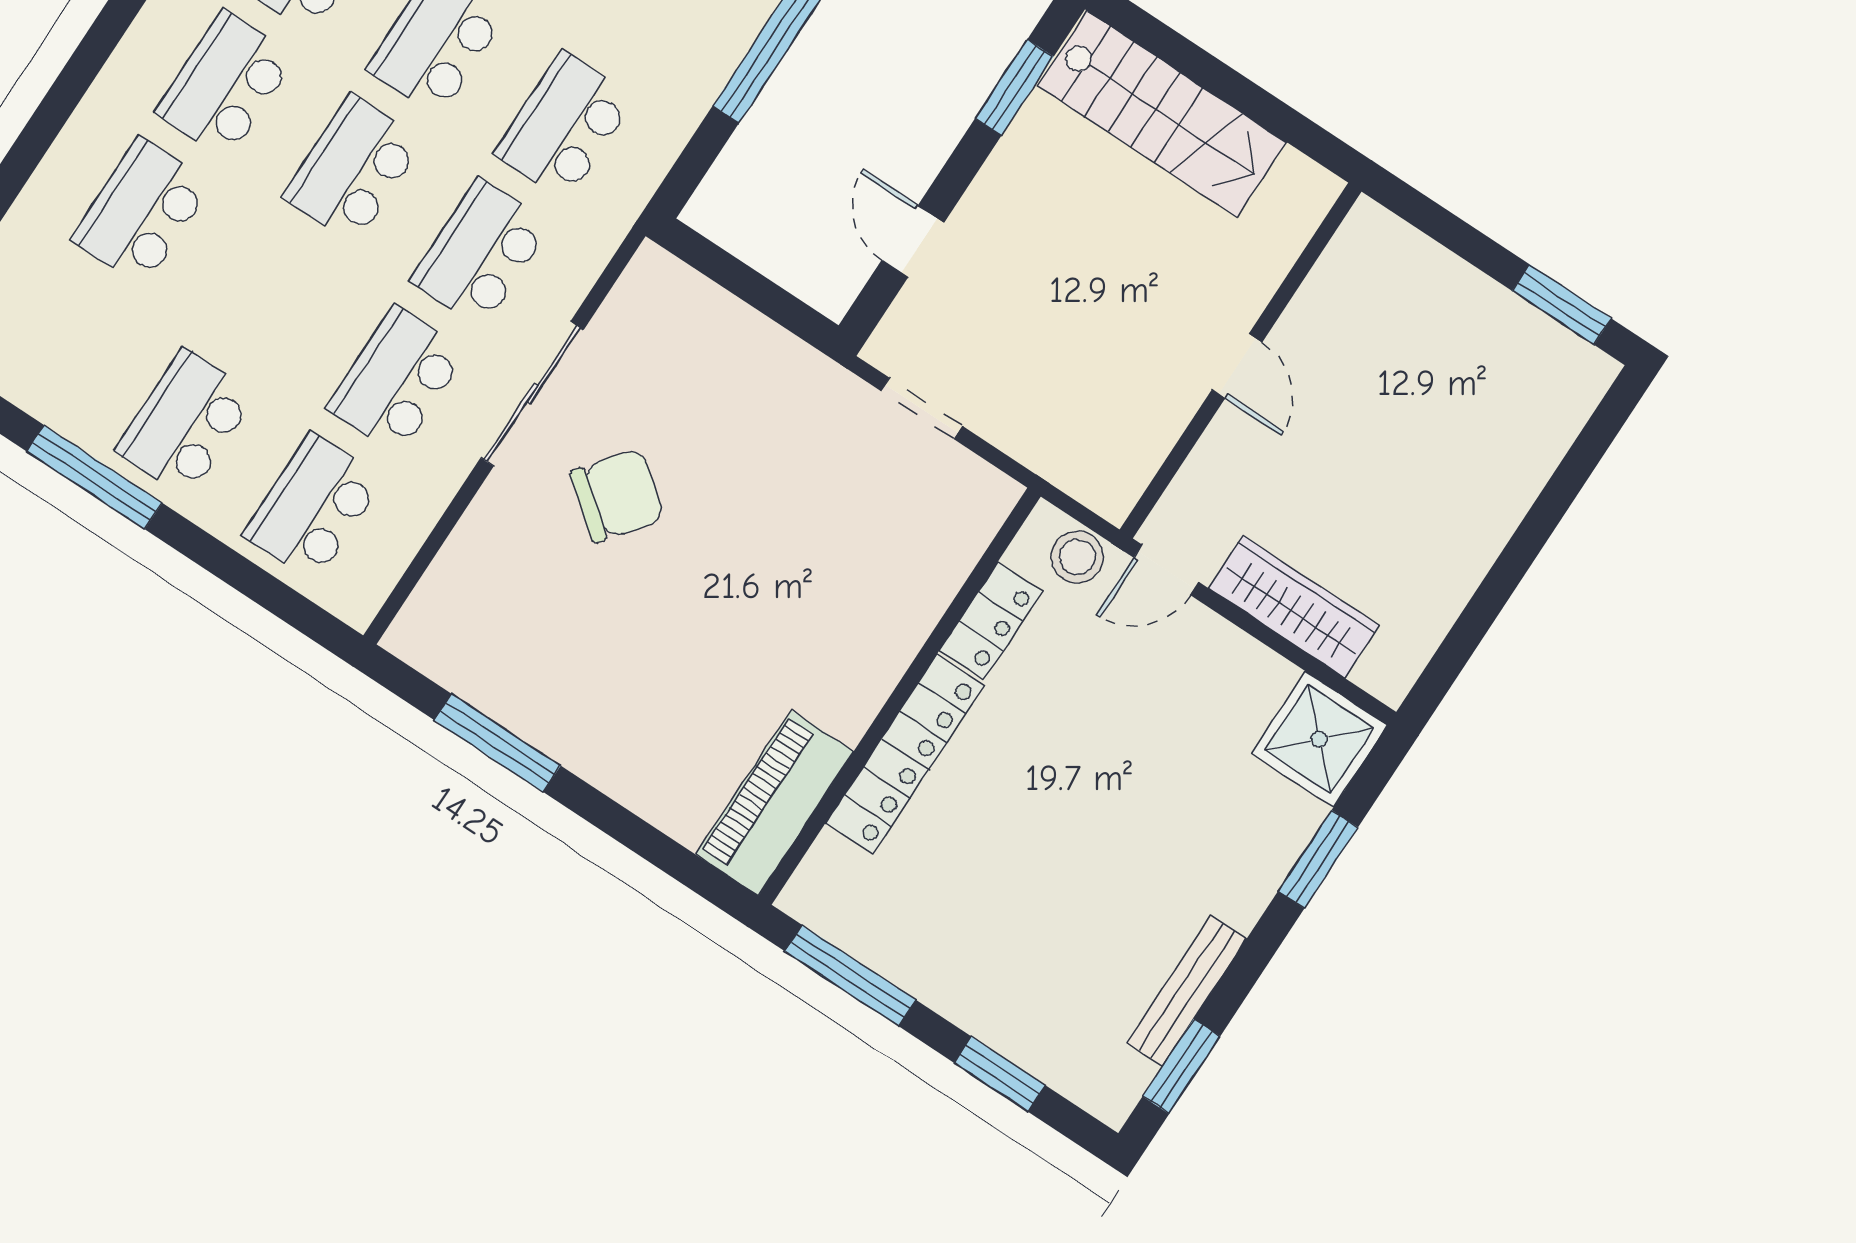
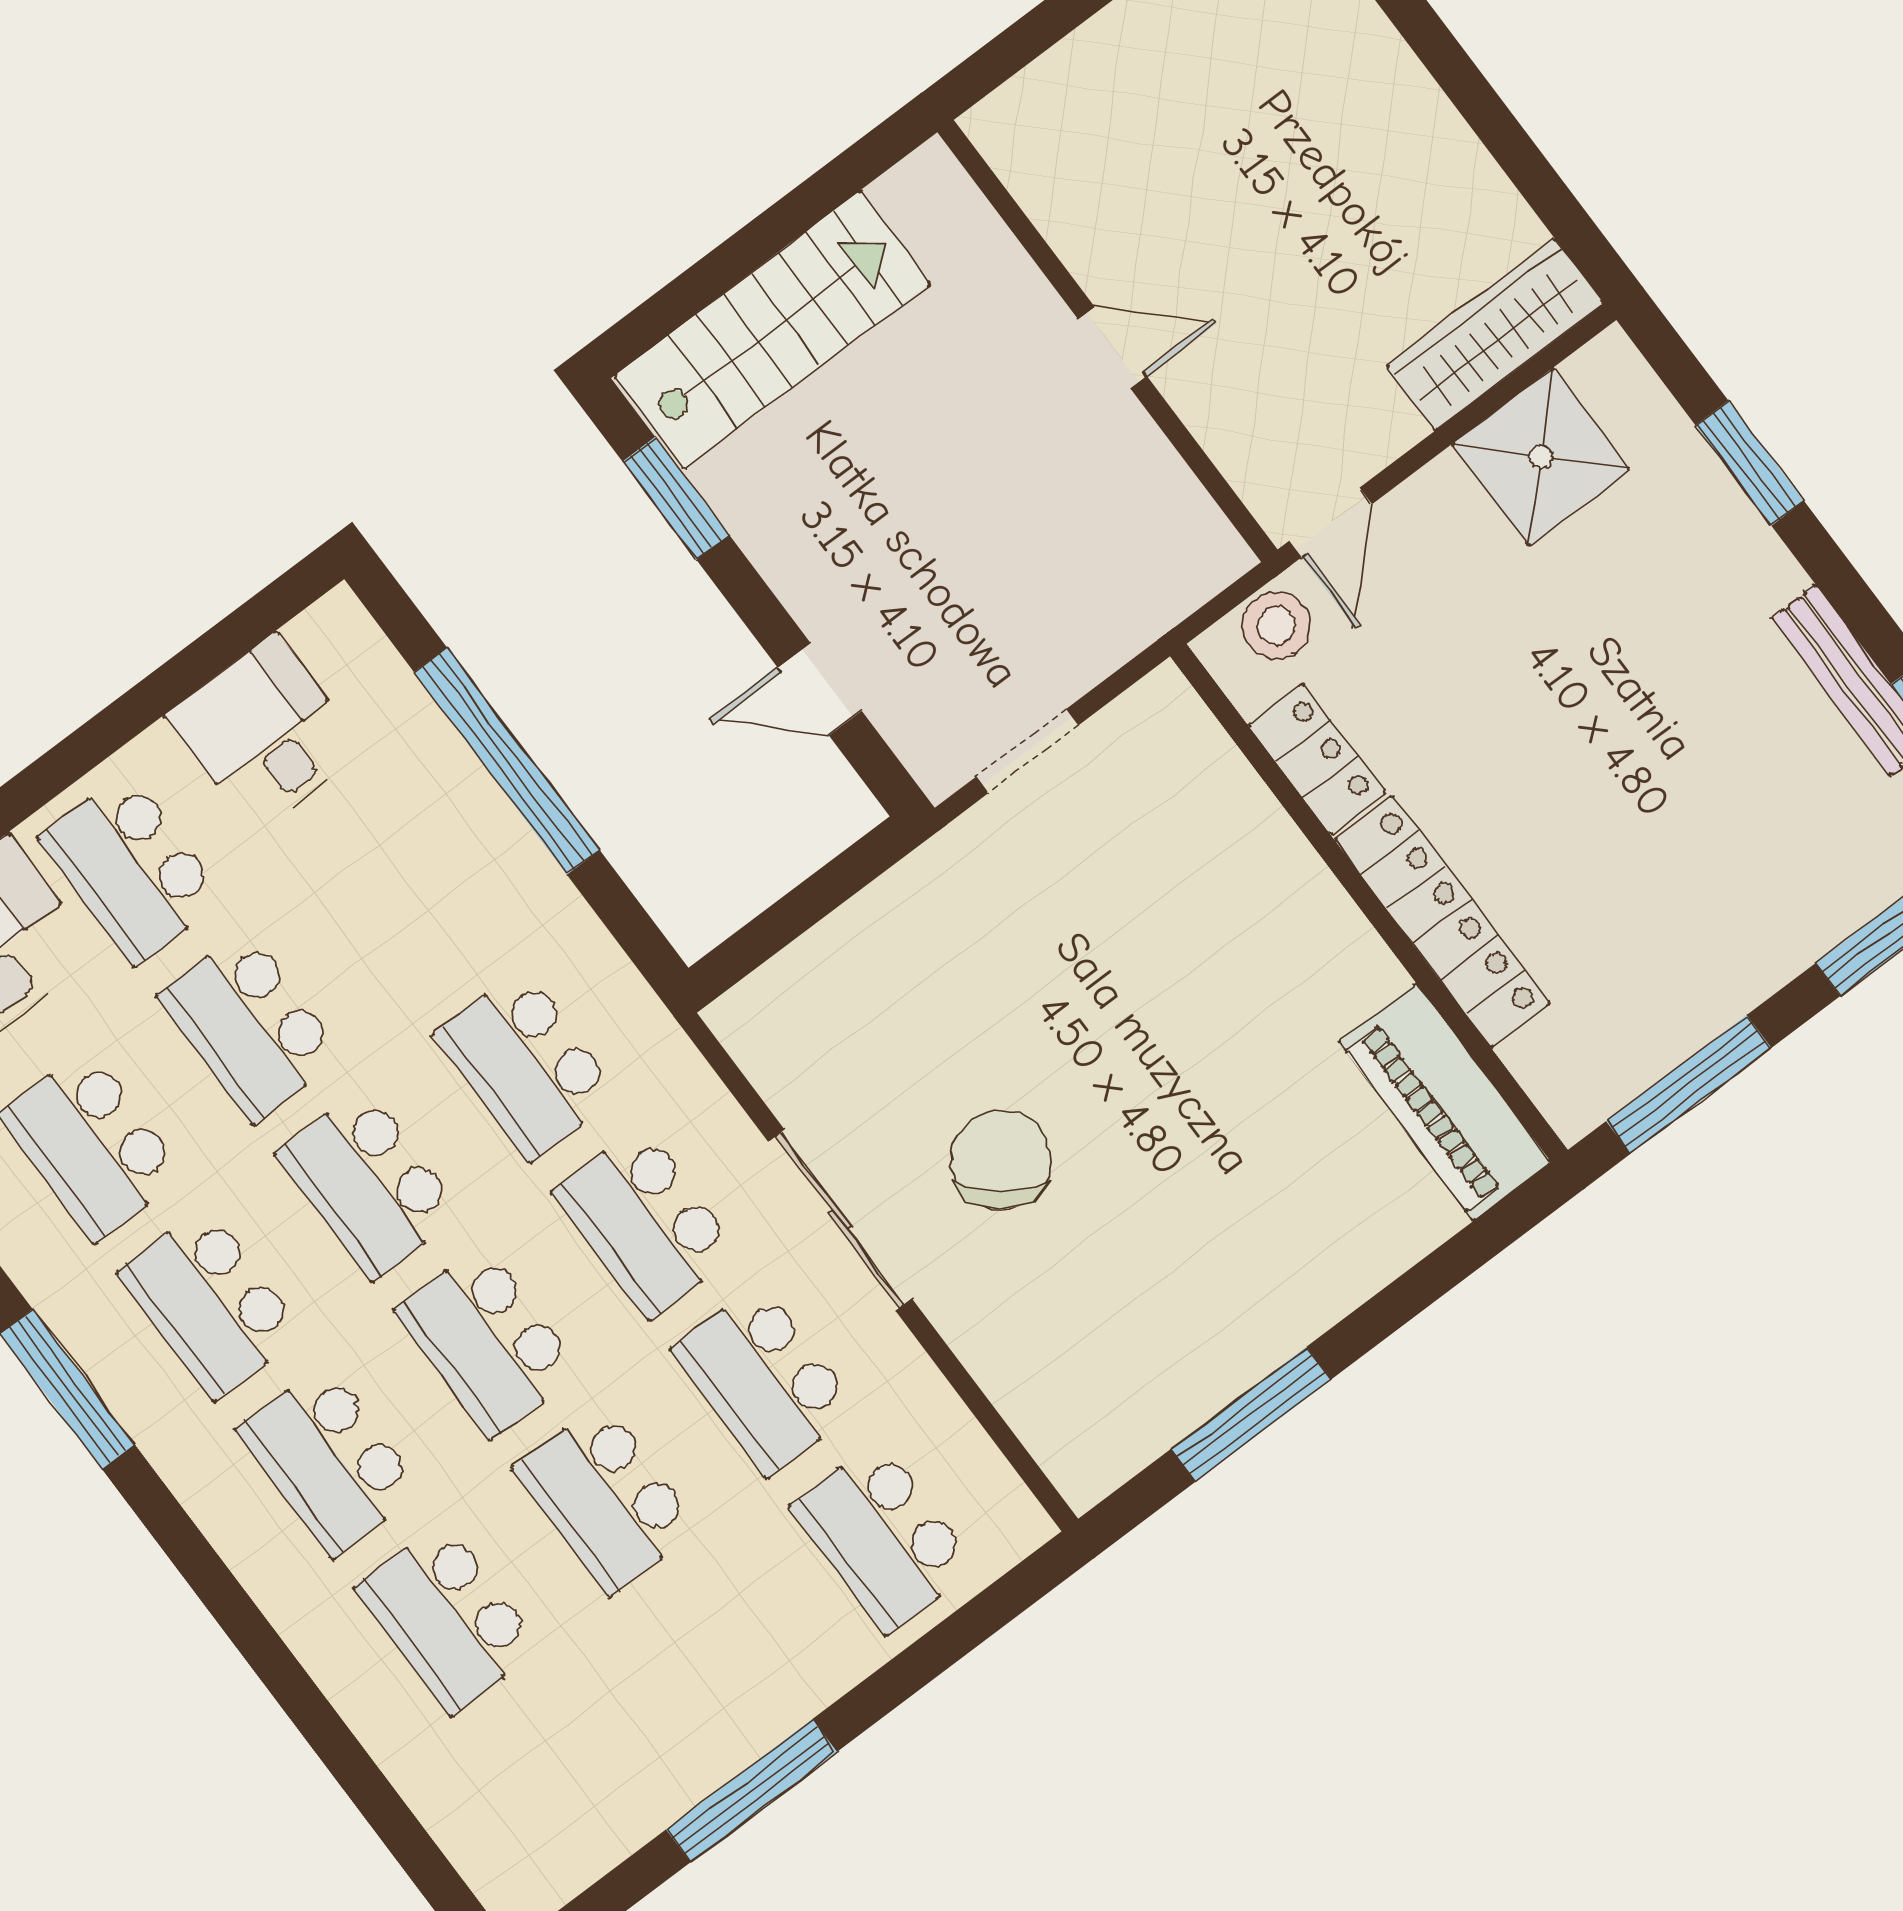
school desk: (185, 423) -> (606, 1499), moved
wardrobe: (1294, 607) -> (1495, 335), moved
shower: (1319, 739) -> (1541, 457), moved

